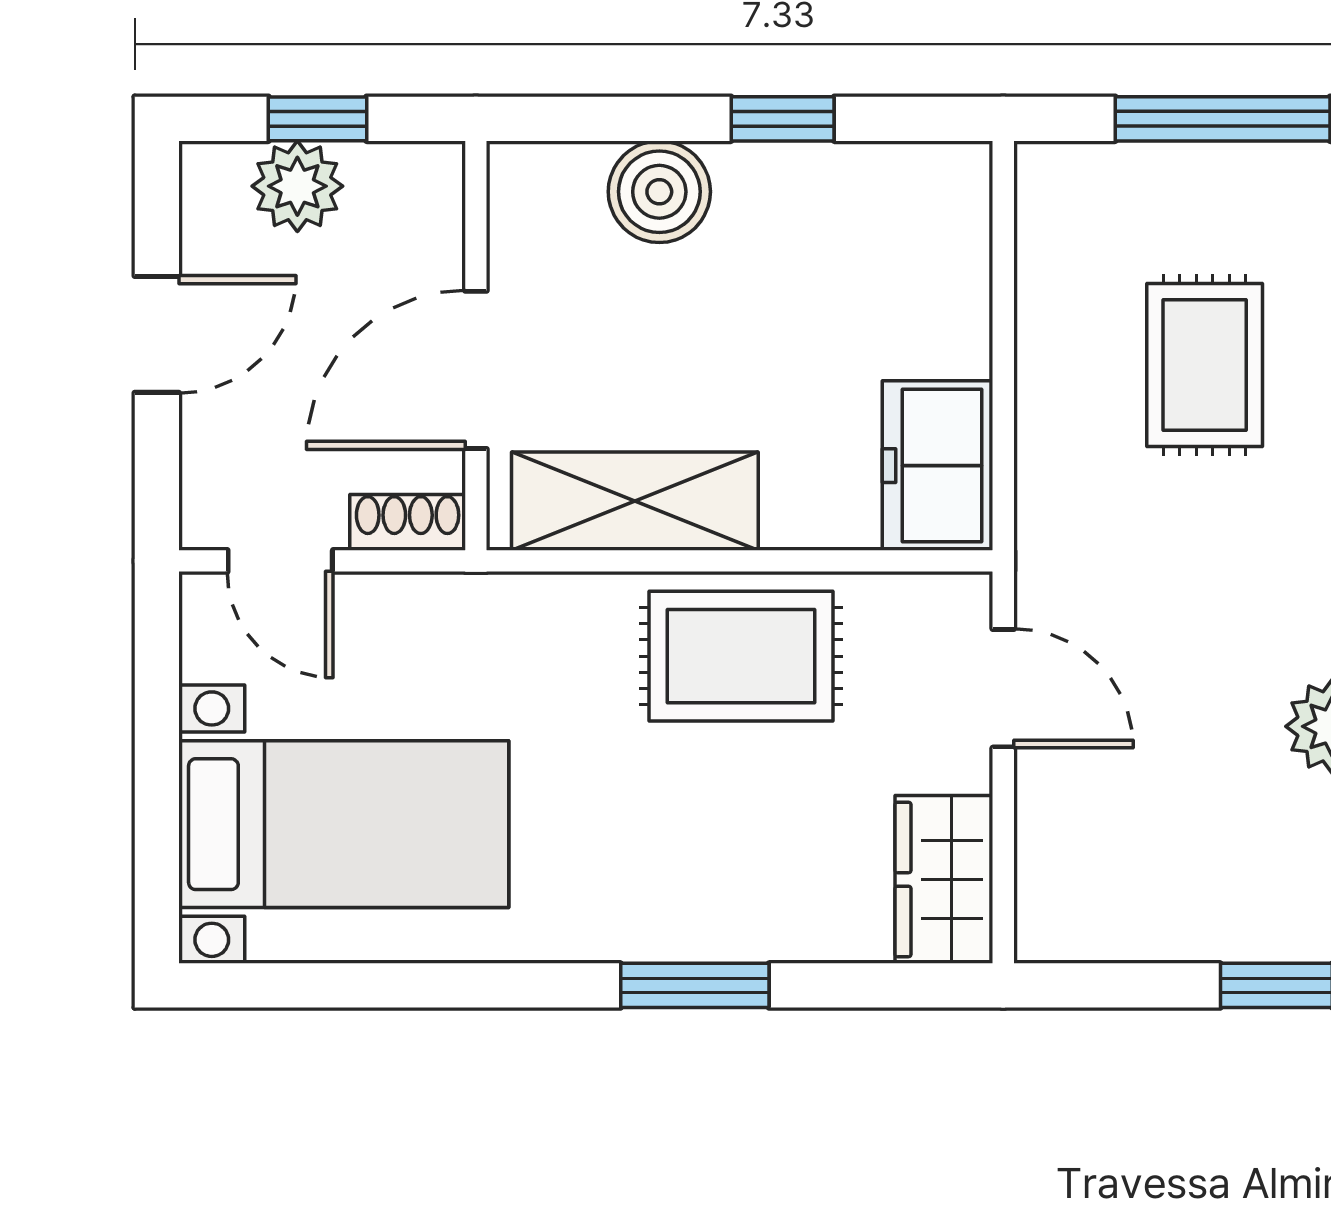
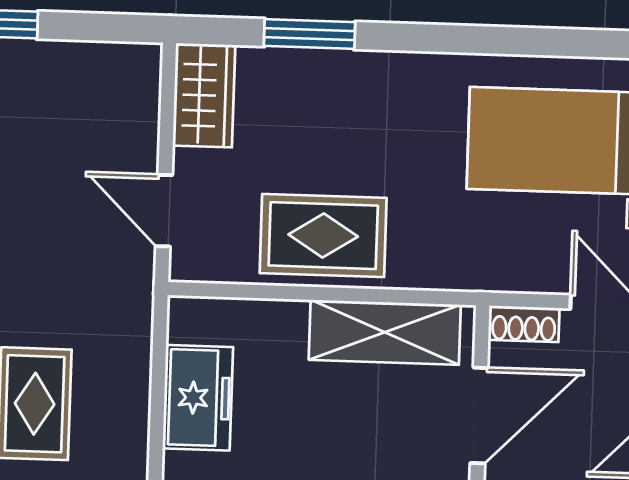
freezer: (938, 466) -> (198, 398), moved
window: (695, 985) -> (310, 34), moved

